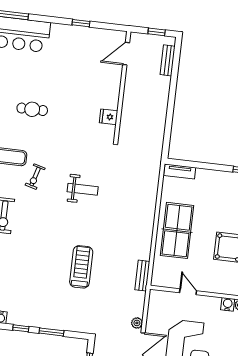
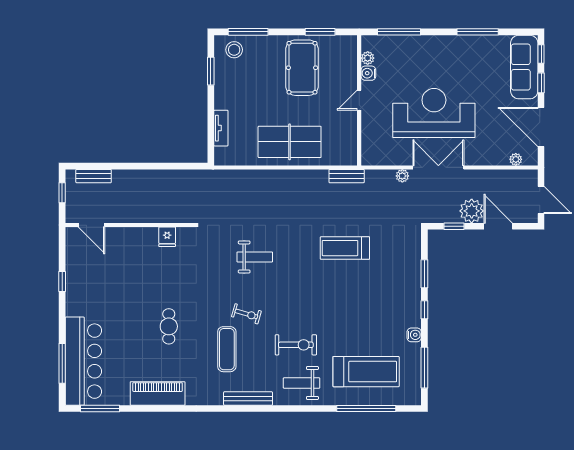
tv unit: (180, 172) -> (221, 128), moved
weight bench: (83, 189) -> (255, 257), turned 90
door: (188, 292) -> (359, 100), moved

